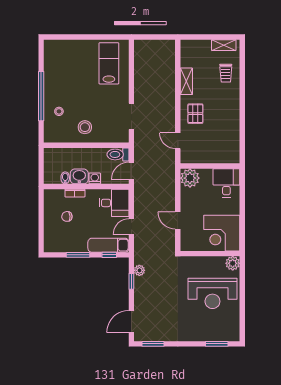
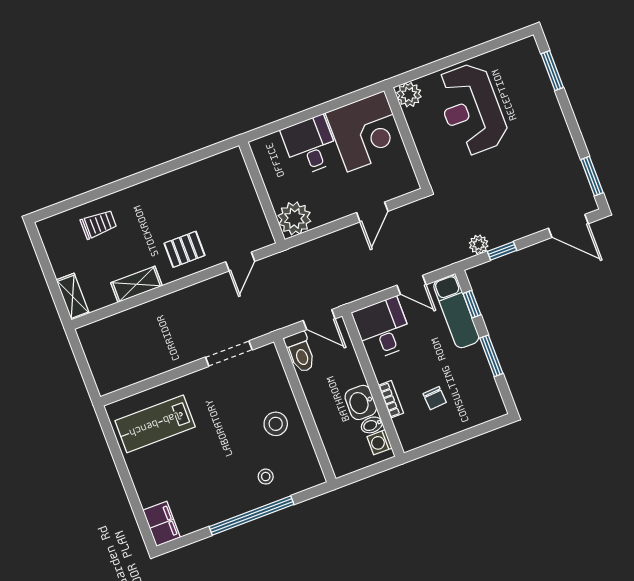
shelving: (224, 45) -> (73, 297), moved
filing cabinet: (55, 47) -> (162, 524), added
washing machine: (95, 178) -> (379, 442), moved
desk: (226, 183) -> (310, 145), moved, turned 90
reception desk: (212, 293) -> (471, 109), turned 180

